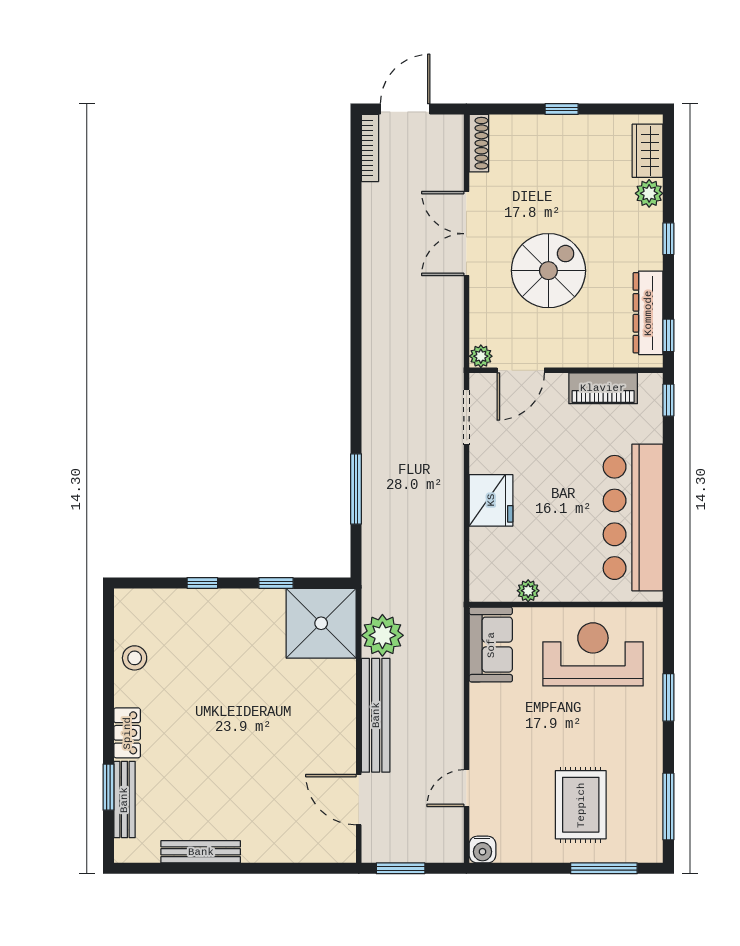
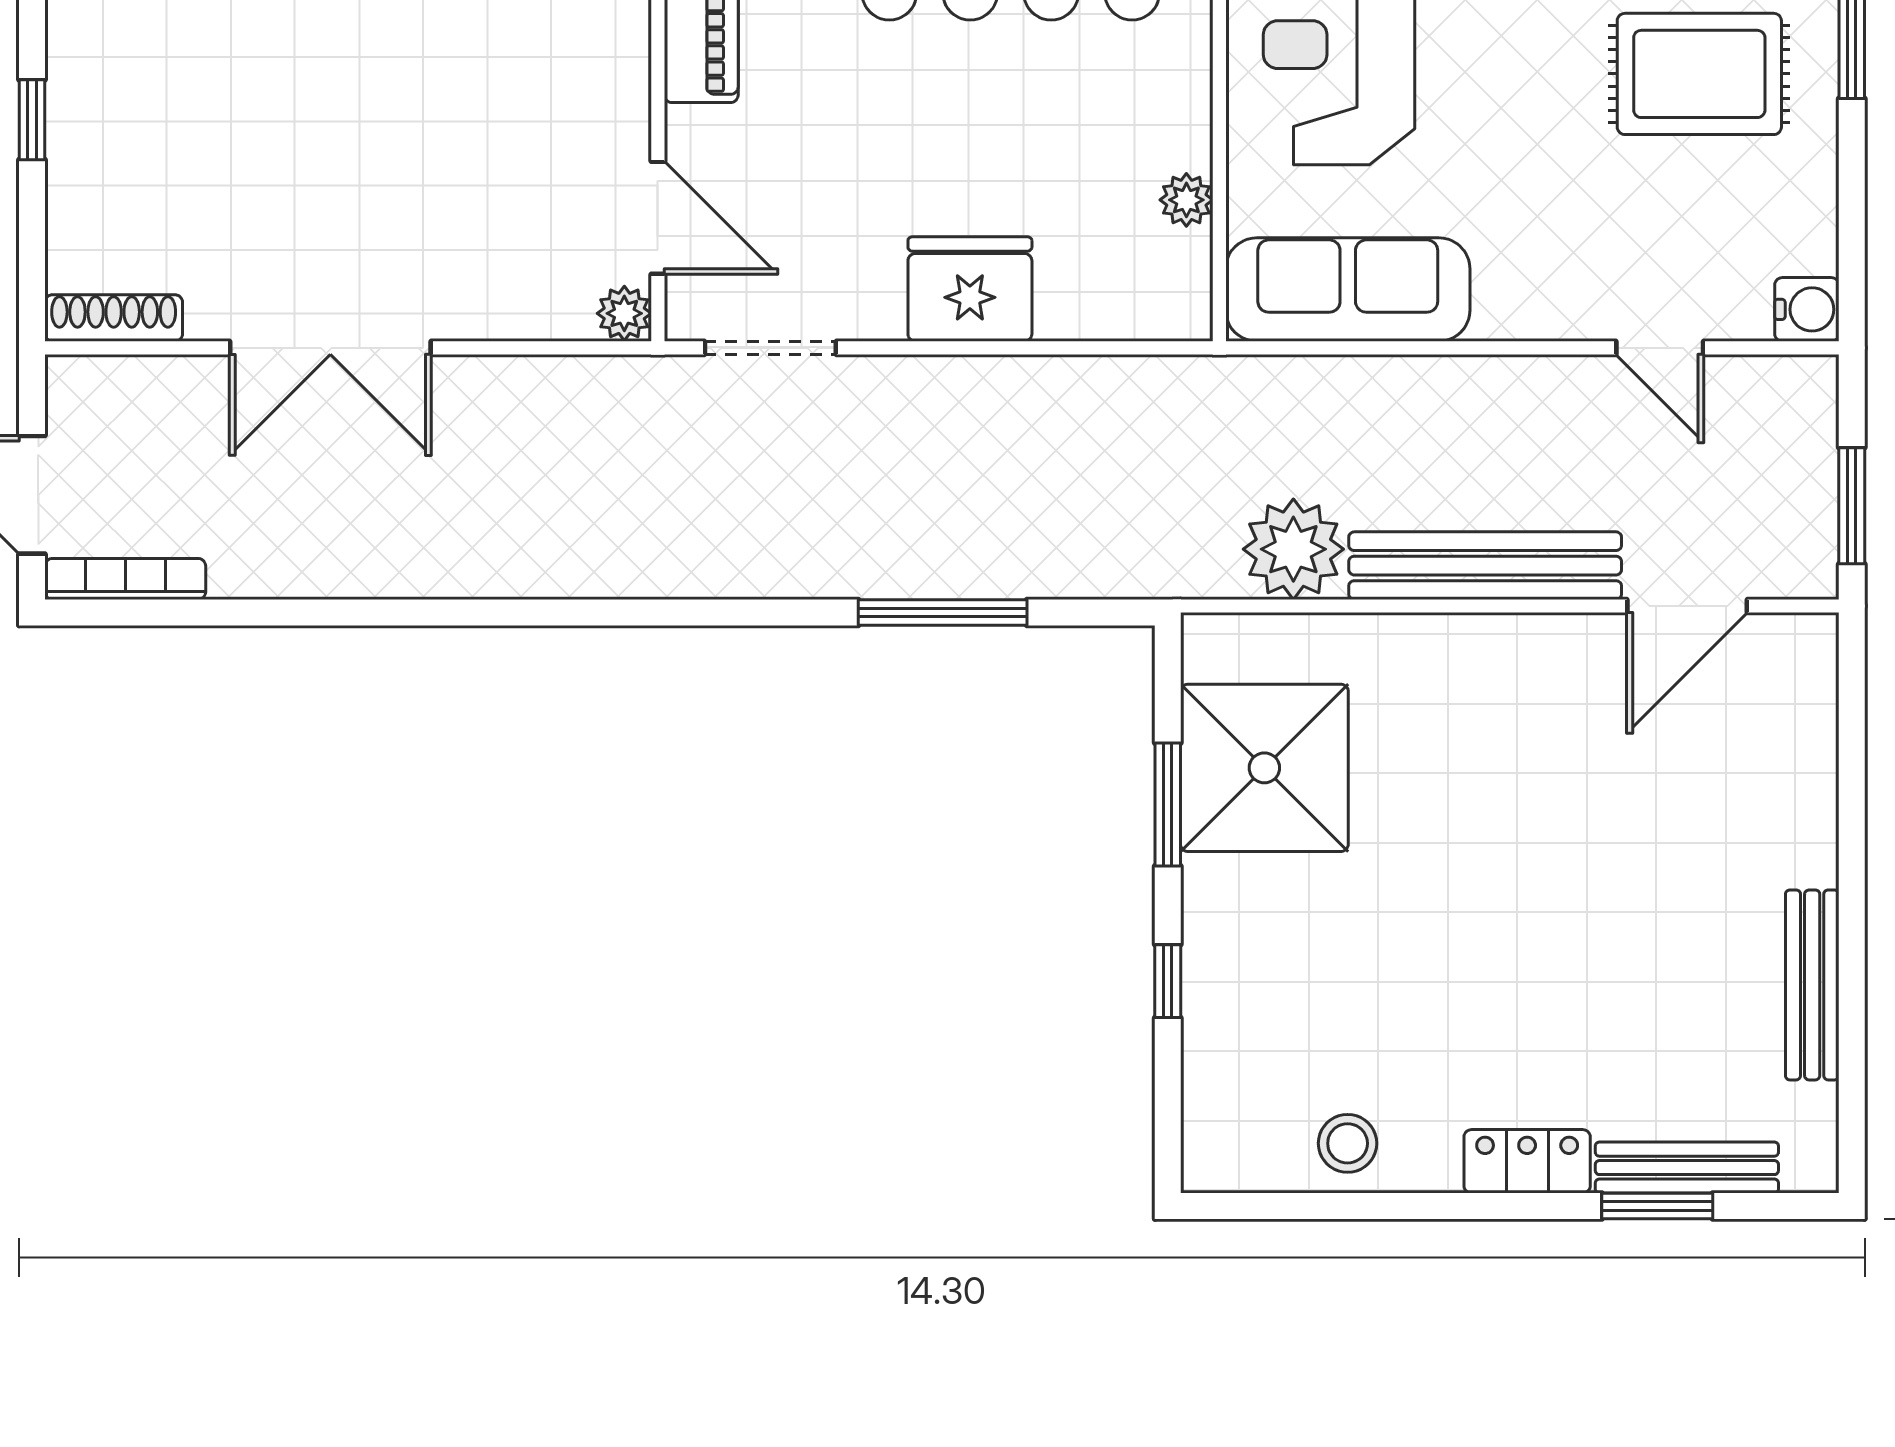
spiral stairs: (548, 271) -> (419, 151), removed
window: (276, 583) -> (1168, 805), width x1.50
shower: (321, 623) -> (1264, 768), moved
sofa: (491, 645) -> (1348, 290), width x1.36

